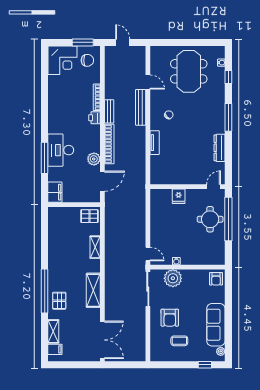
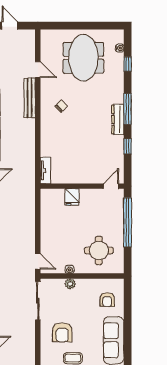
tv unit: (155, 143) -> (45, 170), moved
dresser: (220, 148) -> (118, 119), moved
window: (228, 151) -> (128, 146), added
round table: (210, 219) -> (99, 250), moved
plant: (173, 278) -> (70, 284), width x0.53, depth x0.53
armchair: (216, 279) -> (107, 300), moved

